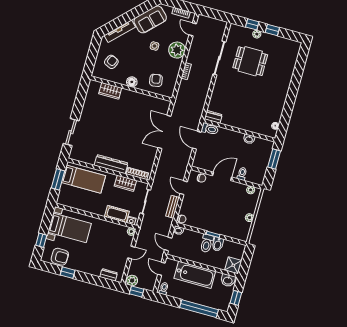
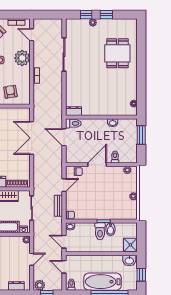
dining table: (250, 61) -> (117, 53), moved, turned 90
door: (184, 188) -> (64, 185), swing flipped
bathtub: (195, 275) -> (103, 282), moved, turned 180

